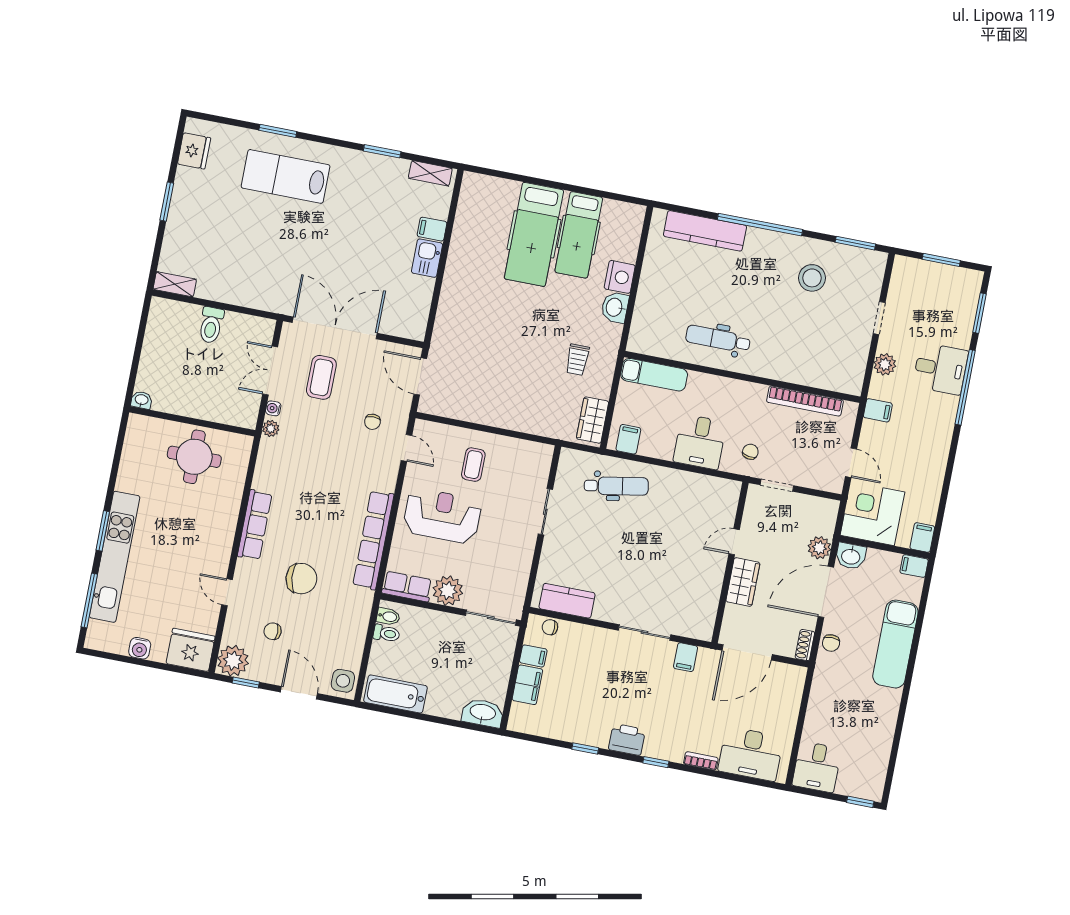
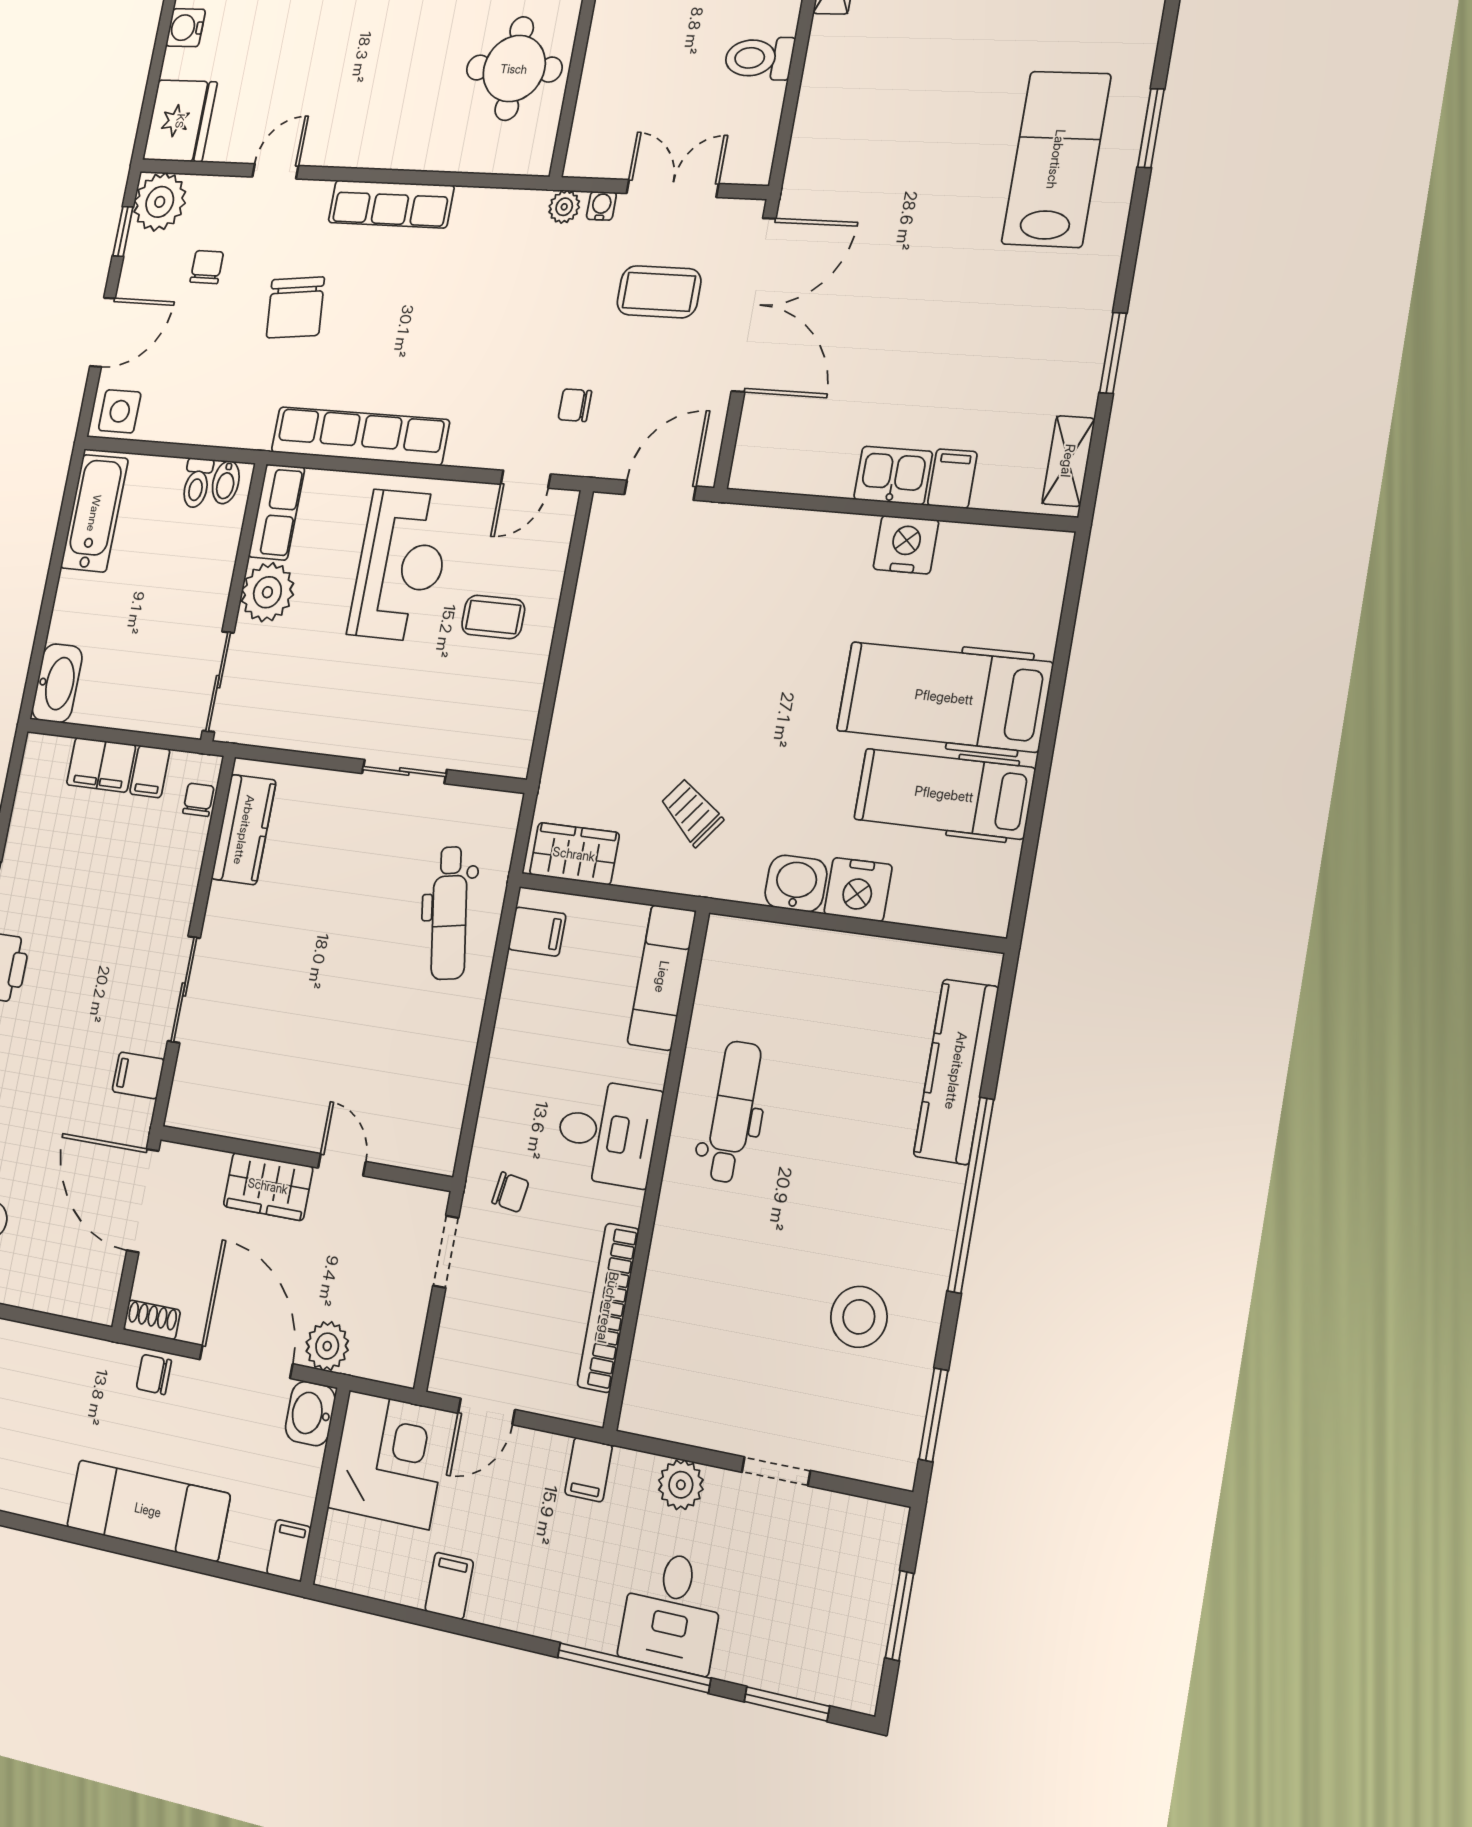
nightstand: (461, 252) -> (906, 545), added
trolley: (577, 360) -> (692, 812), turned 39
desk: (700, 442) -> (607, 1133), moved, turned 180
filing cabinet: (922, 537) -> (449, 1586), moved, turned -90

